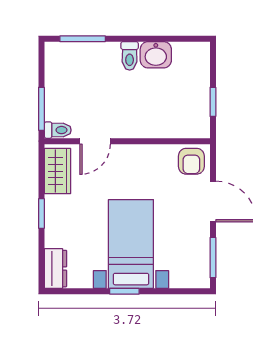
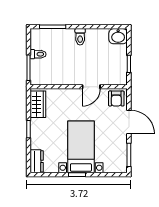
washbasin: (156, 55) -> (118, 36), moved
toilet: (58, 130) -> (38, 54), moved
door: (95, 141) -> (91, 87), moved

